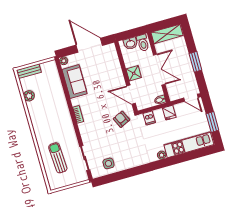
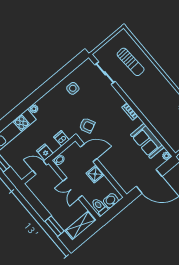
window: (195, 62) -> (54, 226), moved
double door: (159, 70) -> (73, 188), width x0.73
door: (191, 98) -> (40, 168), moved
side table: (108, 163) -> (73, 88), moved

